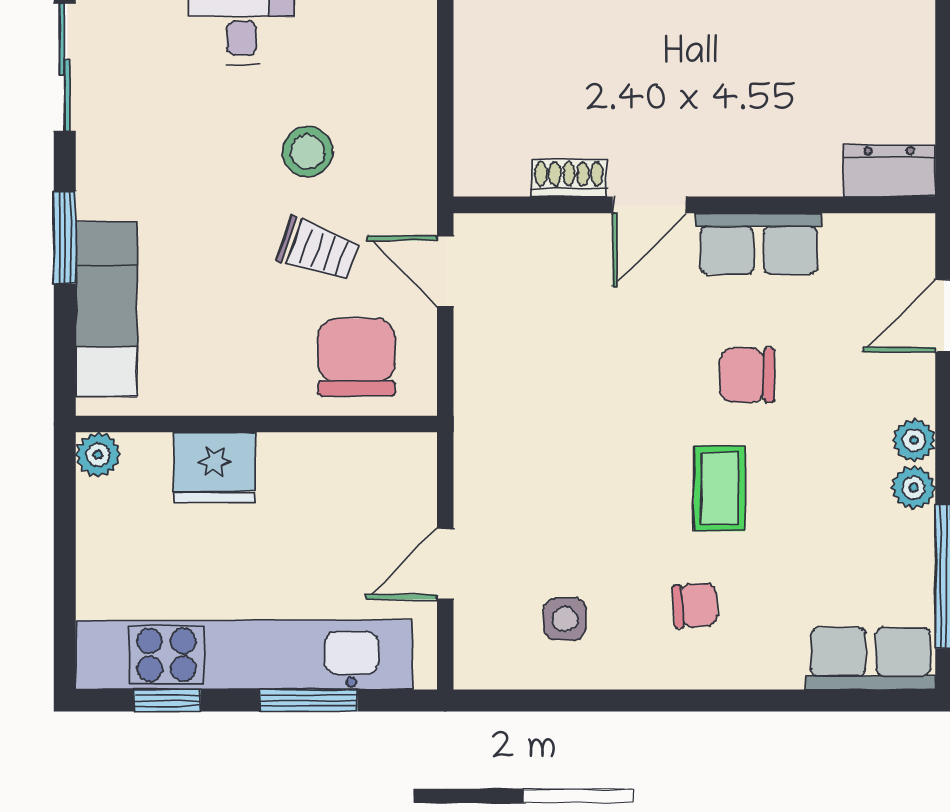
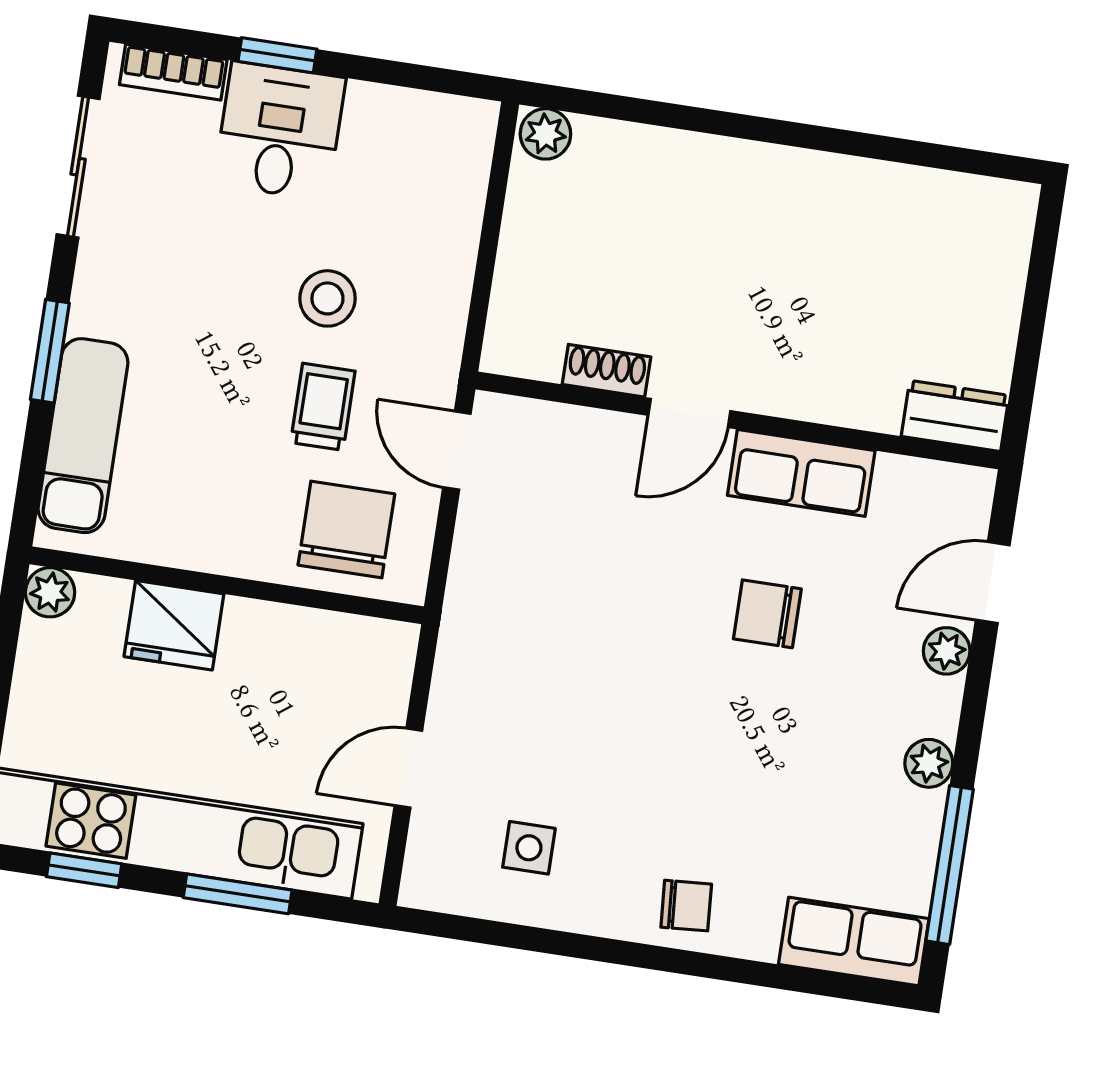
trolley: (318, 250) -> (323, 407), turned -109
plant: (914, 440) -> (947, 651), moved
coffee table: (720, 488) -> (718, 732), removed
chair: (695, 605) -> (686, 906), moved

